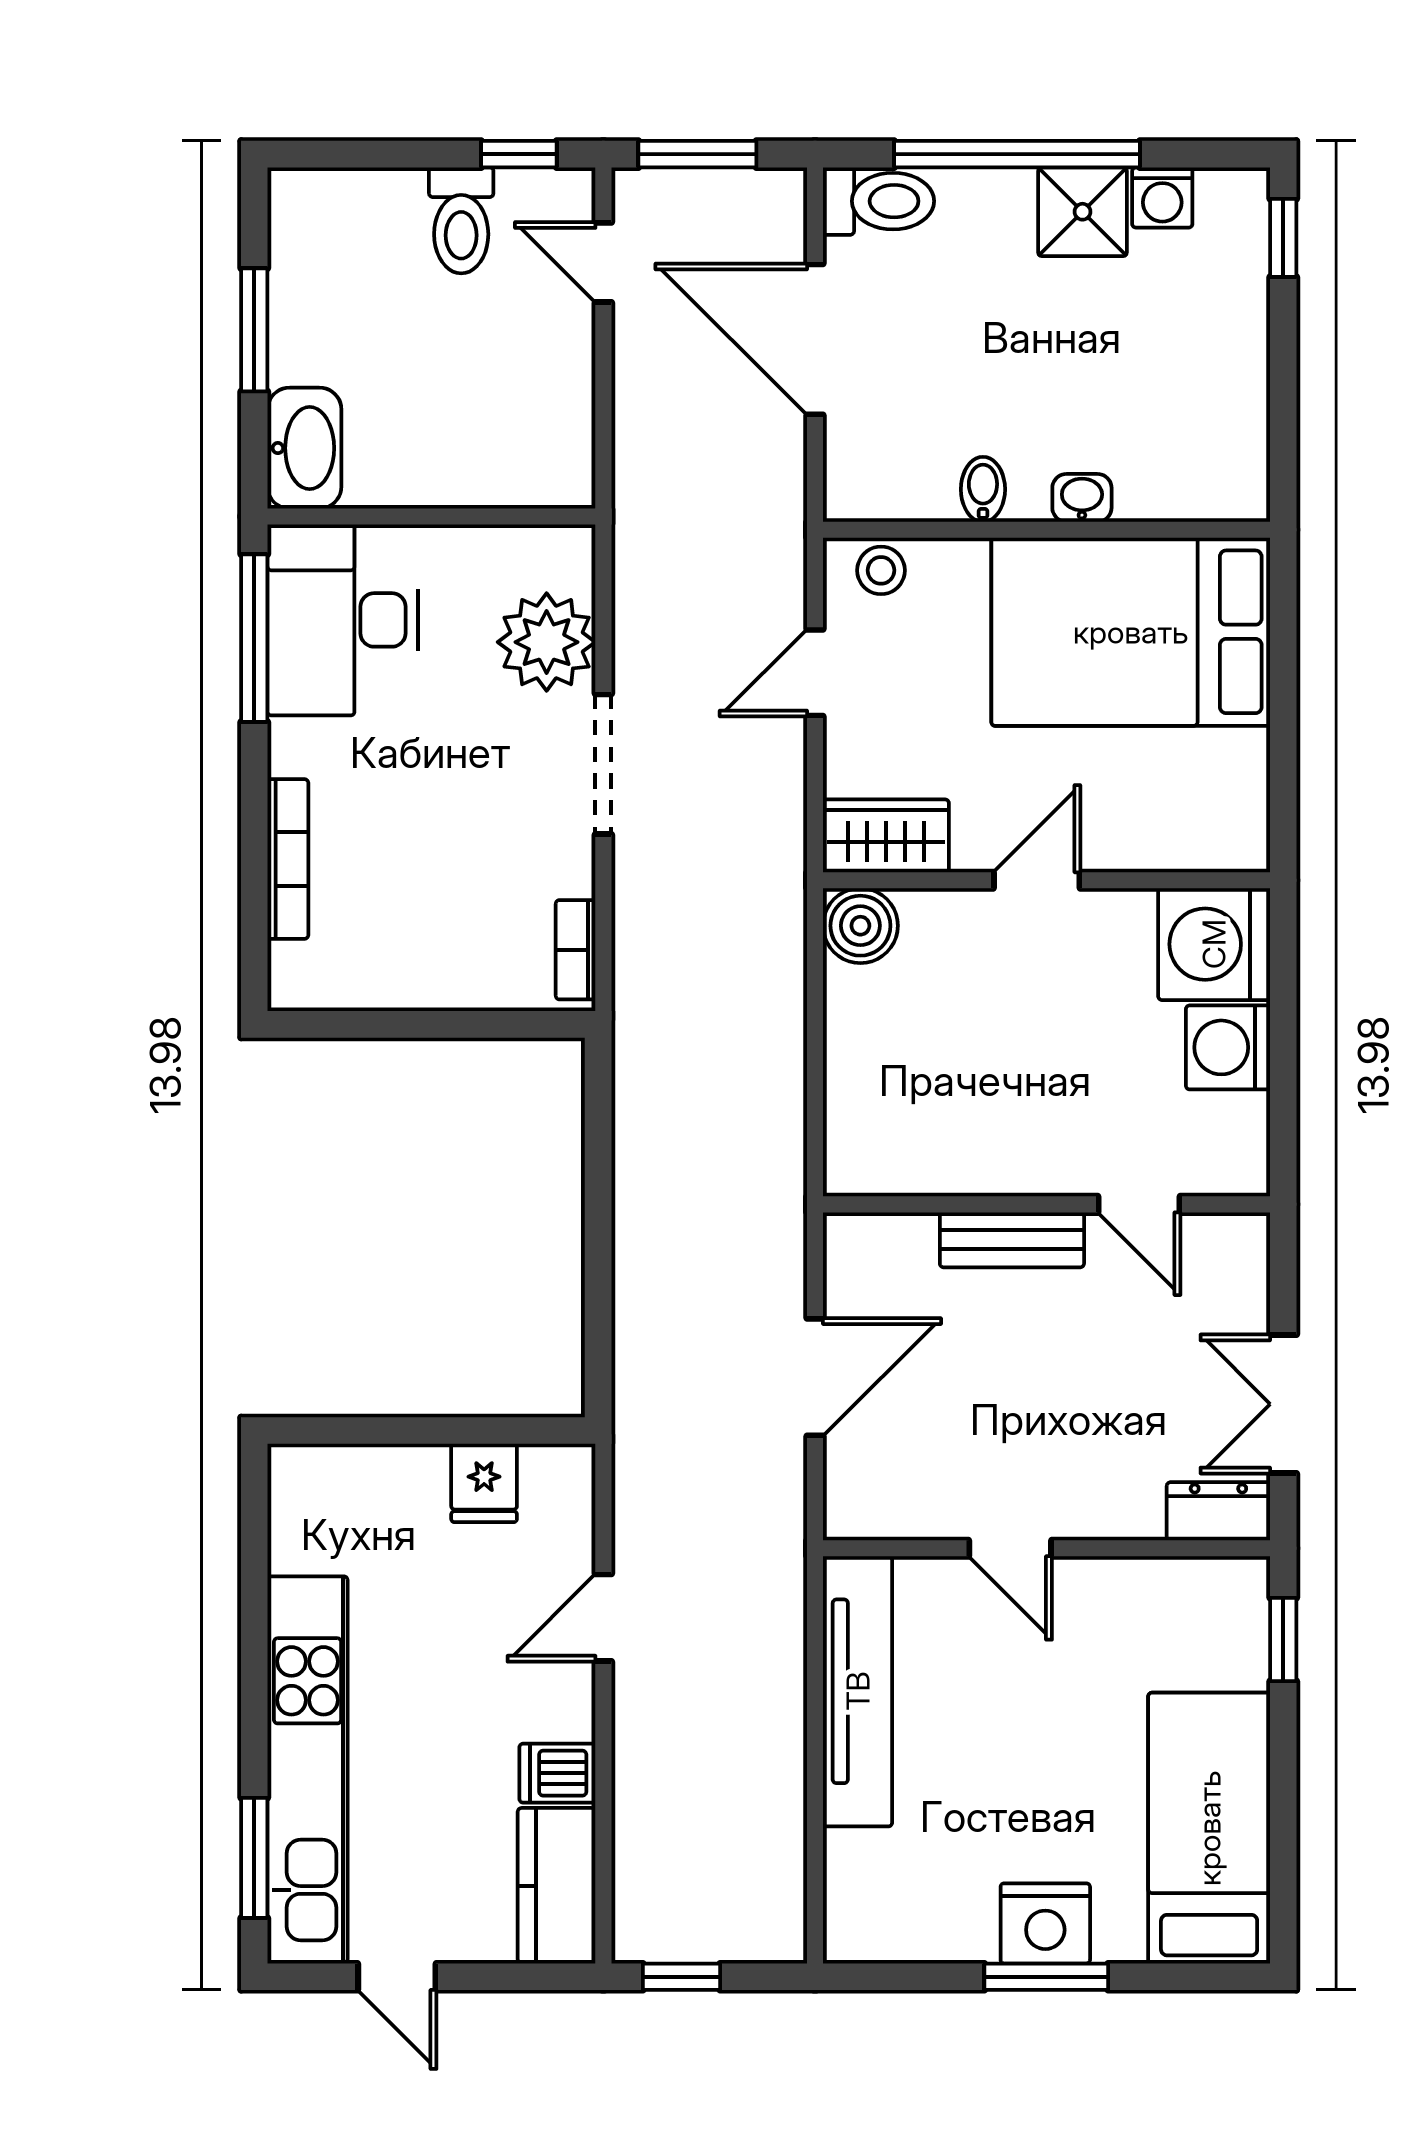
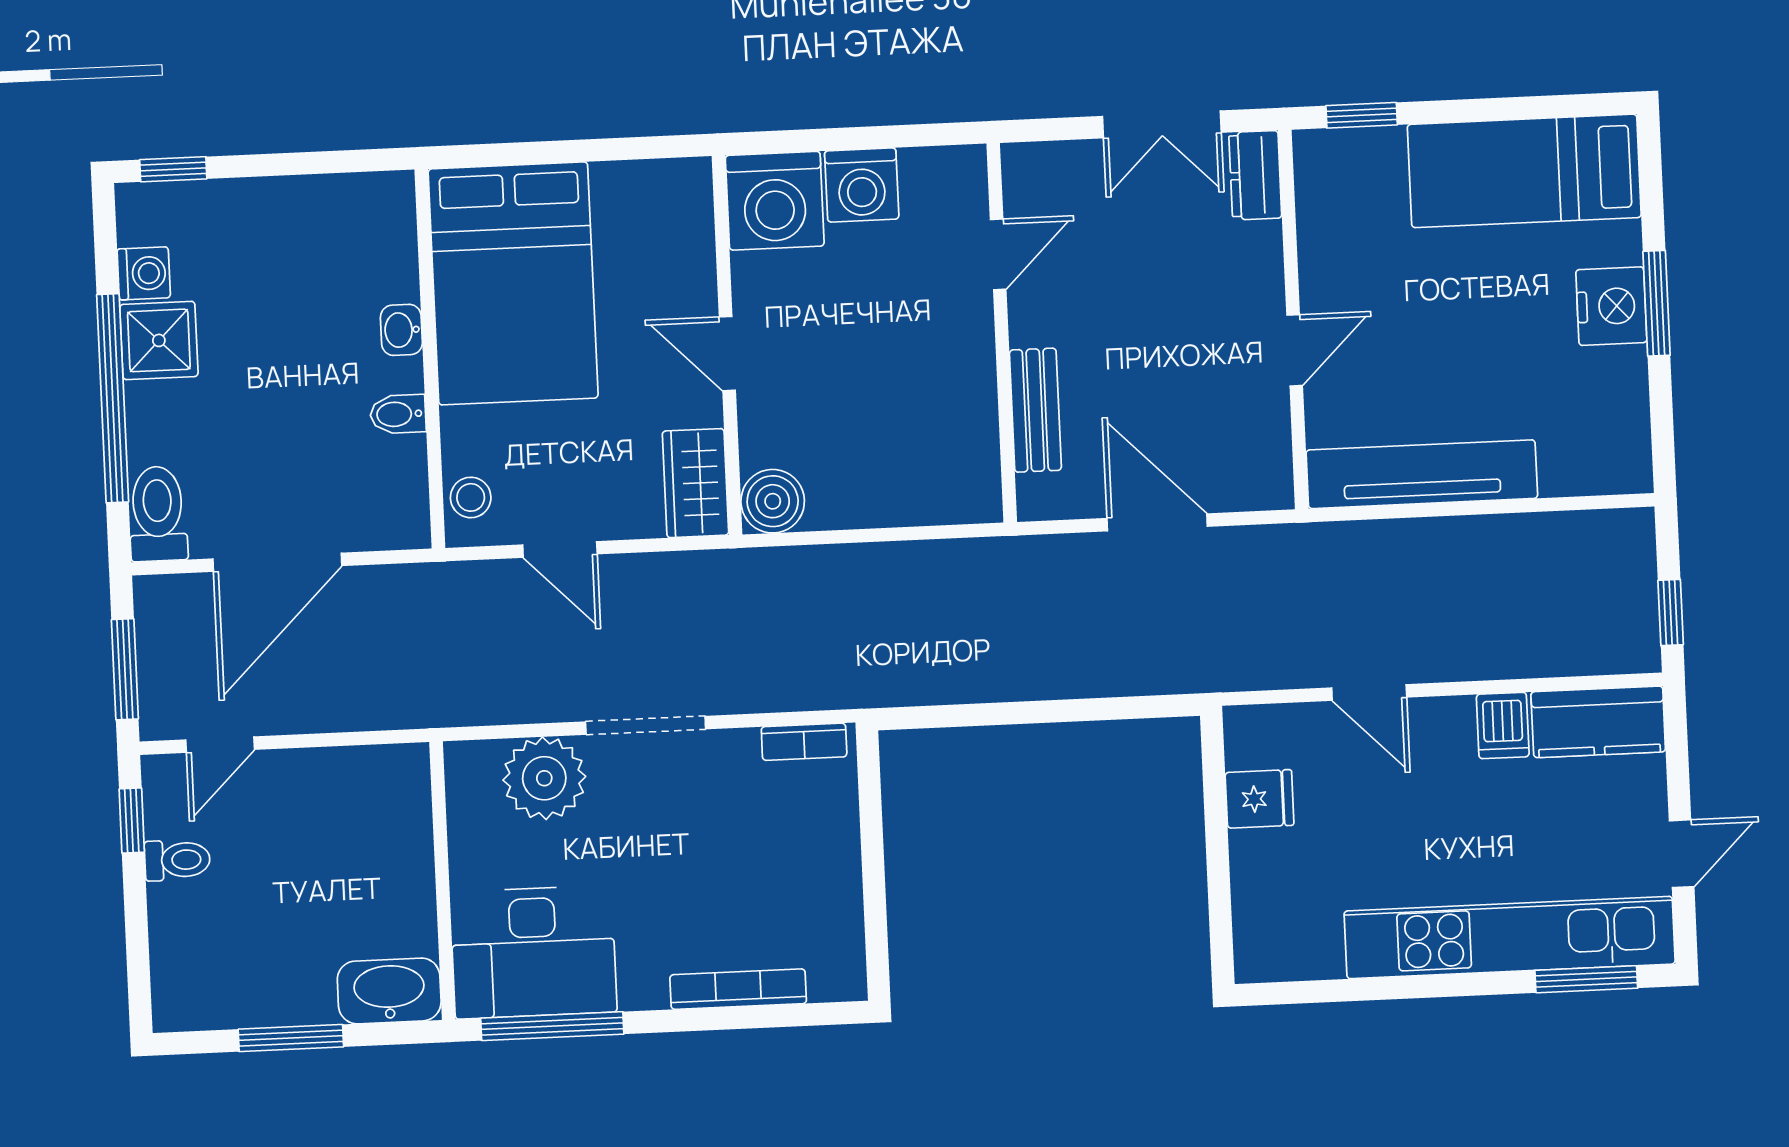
toilet: (461, 220) -> (177, 860), width x0.73, depth x0.72
bench: (1012, 1240) -> (1035, 410), moved

